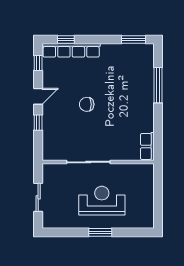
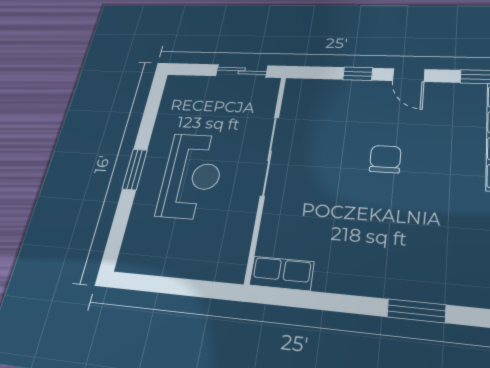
window: (158, 85) -> (416, 311), width x0.69
sliding door: (38, 197) -> (242, 71), moved

